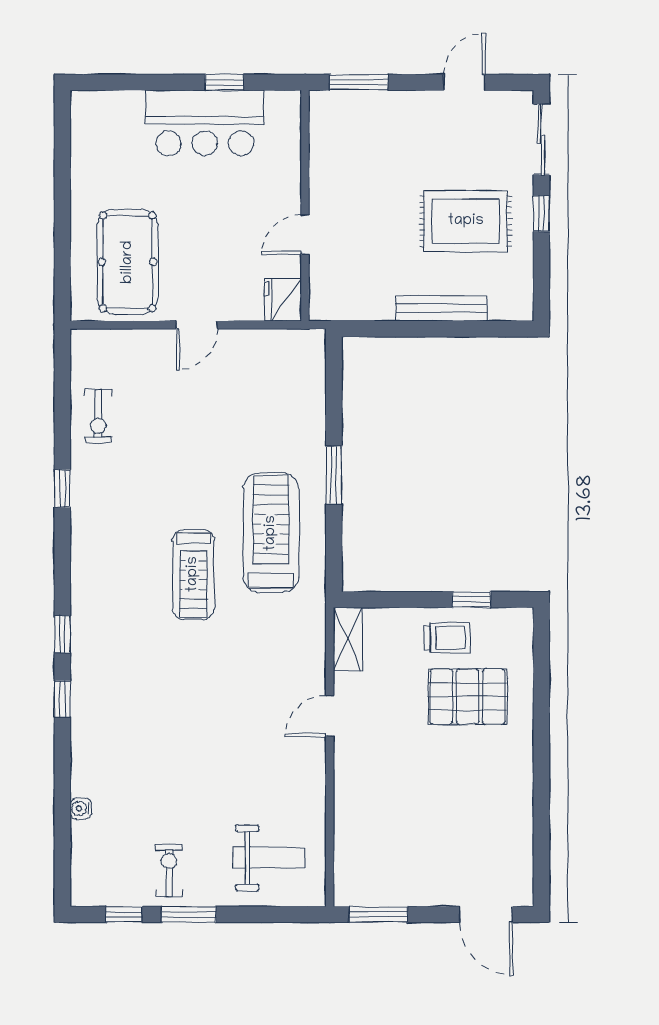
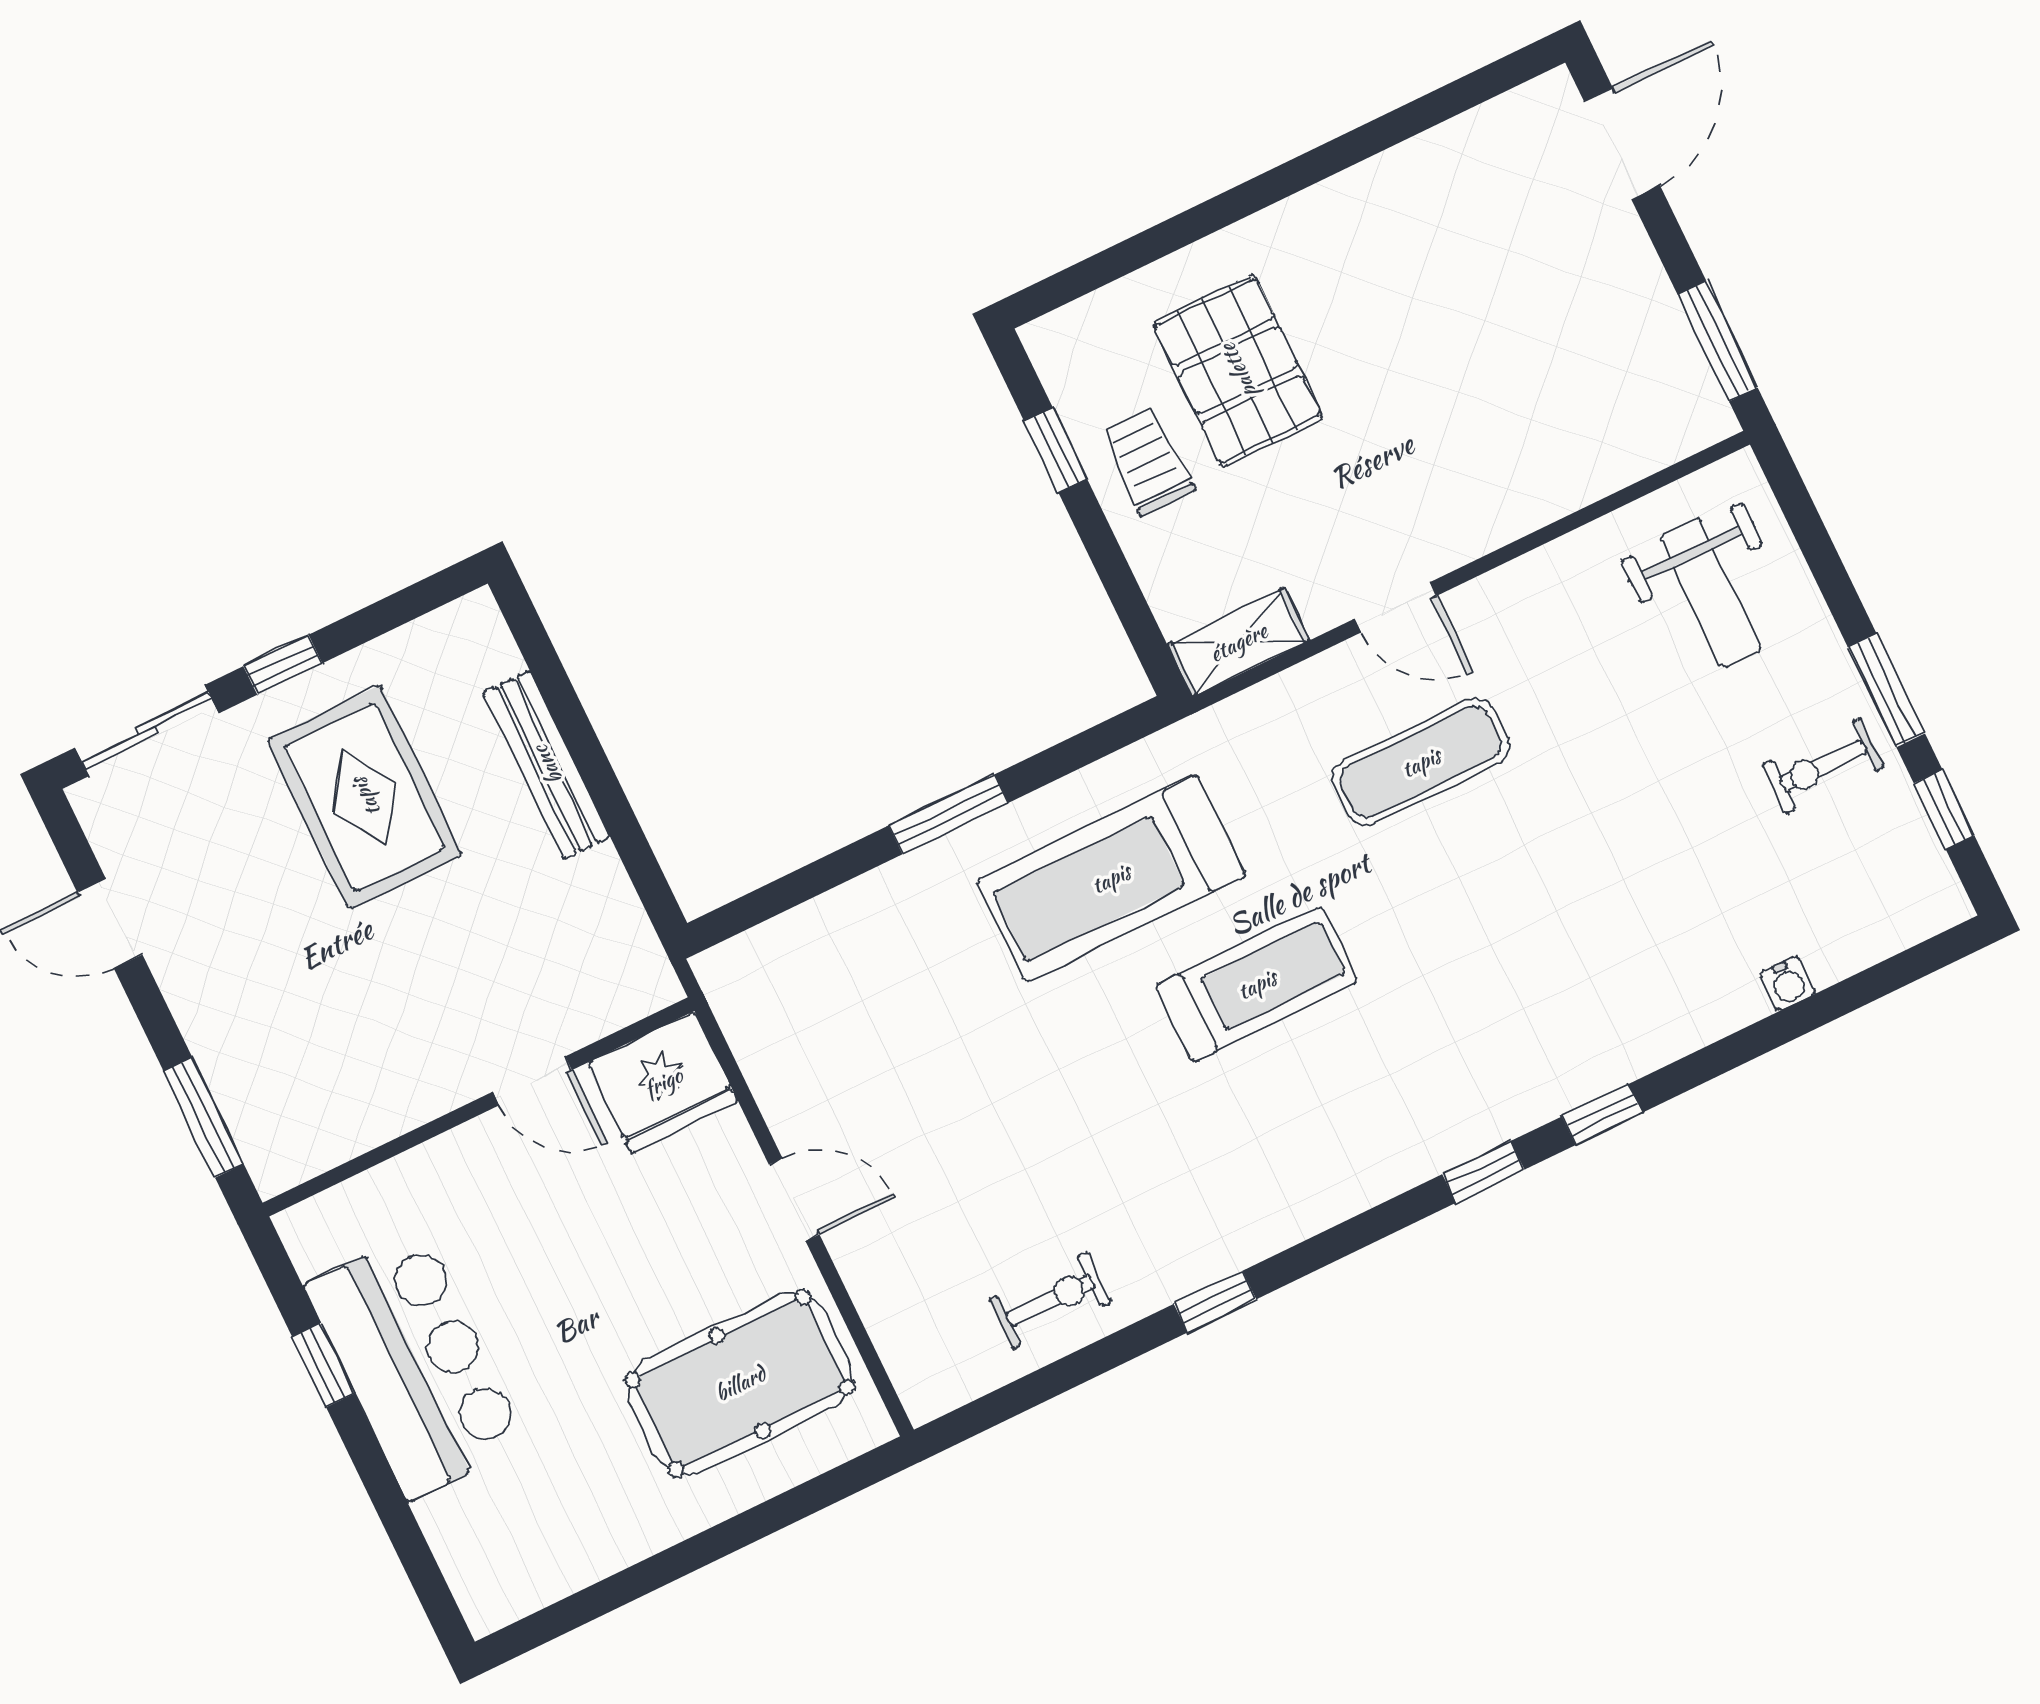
fridge: (283, 300) -> (663, 1082), width x1.36, depth x1.34
exercise mat: (256, 694) -> (1421, 762), added
weight bench: (269, 858) -> (1711, 593), turned 180

